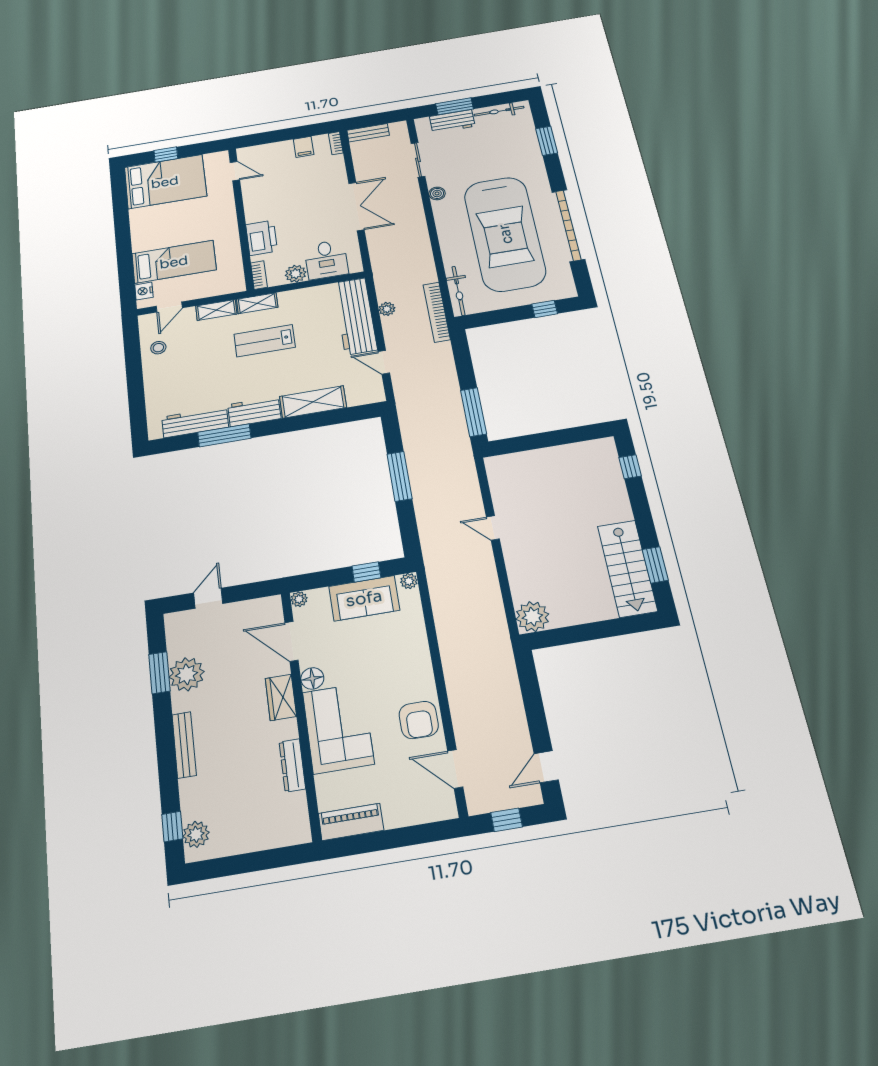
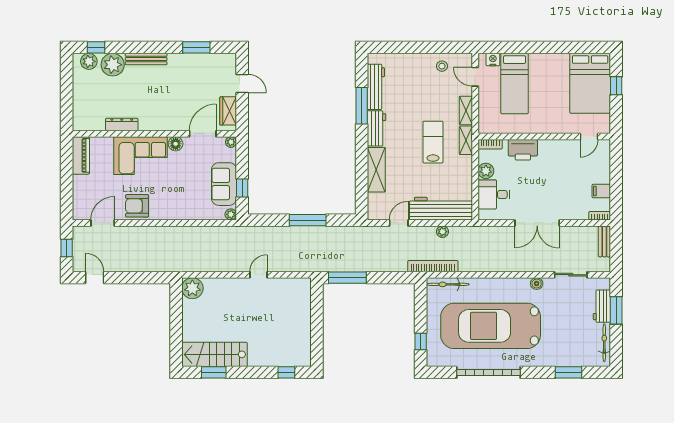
plant: (187, 674) -> (113, 65), moved
wardrobe: (281, 697) -> (228, 111), moved, turned -90

